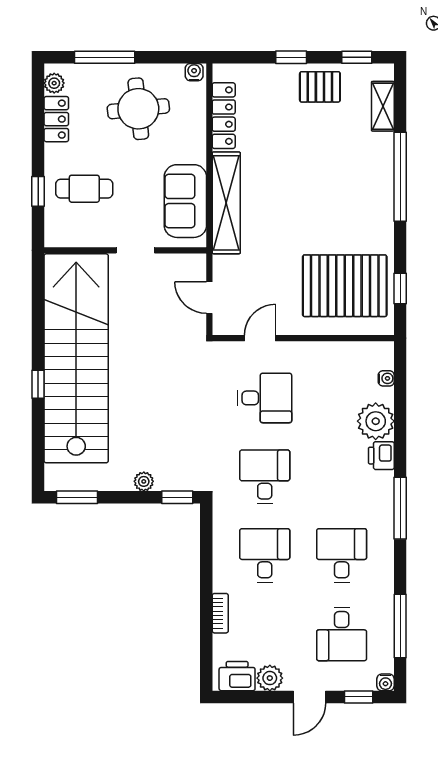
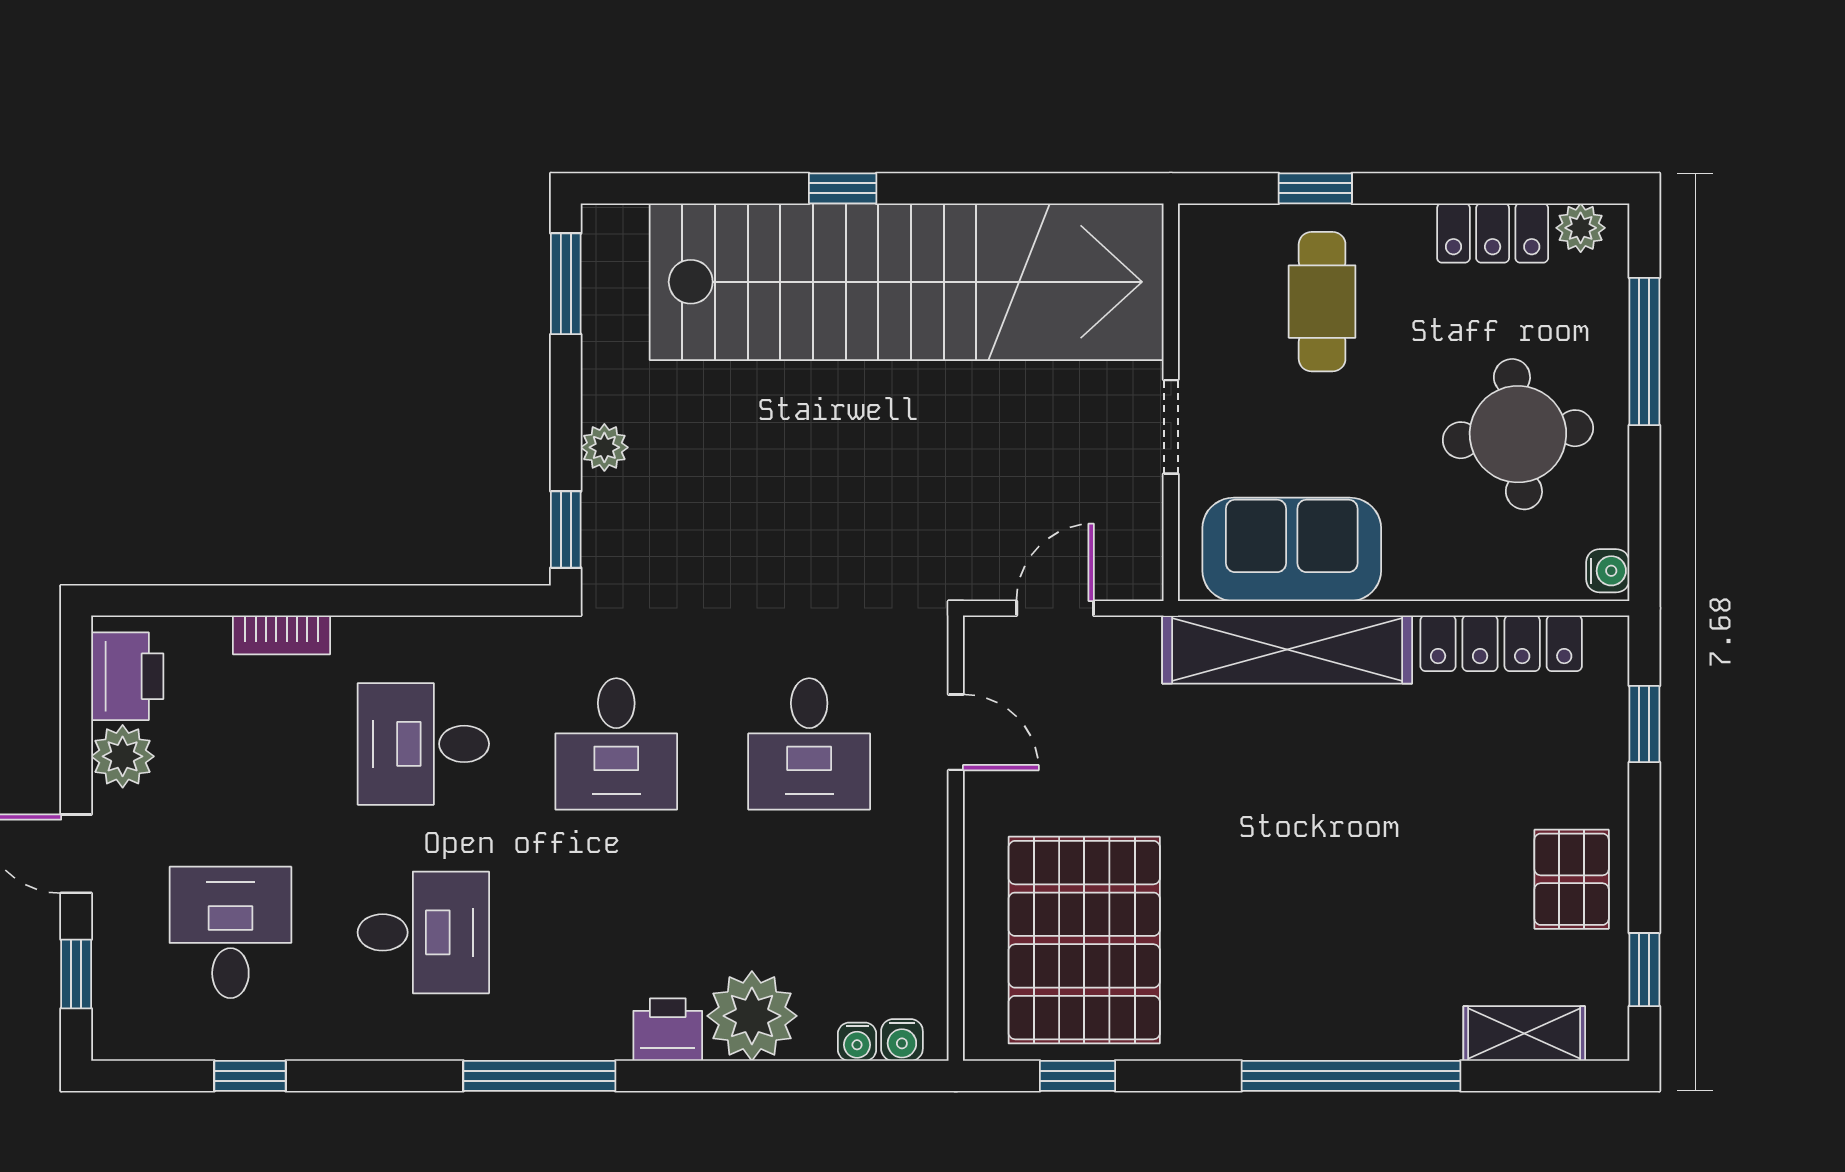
window: (291, 57) -> (1644, 724), moved
desk: (265, 477) -> (616, 744), turned 90
desk: (265, 555) -> (423, 744), turned 180
window: (400, 626) -> (250, 1076), width x0.46
desk: (342, 634) -> (230, 932), turned 90
water cooler: (386, 682) -> (902, 1040), moved, turned -90

